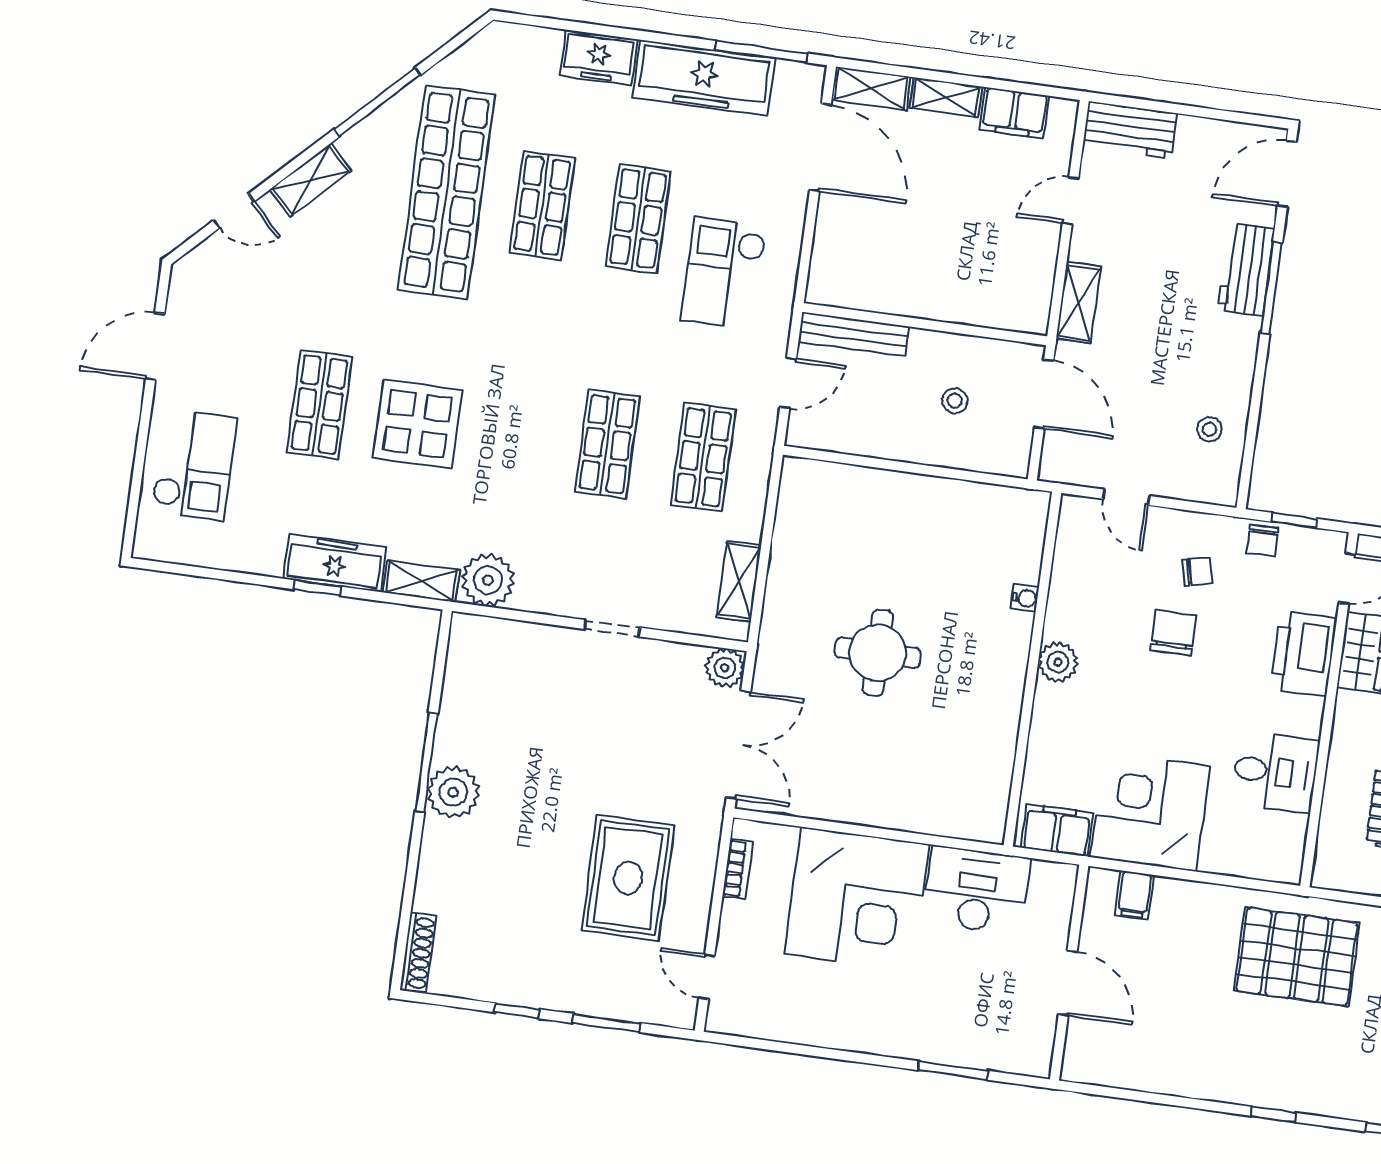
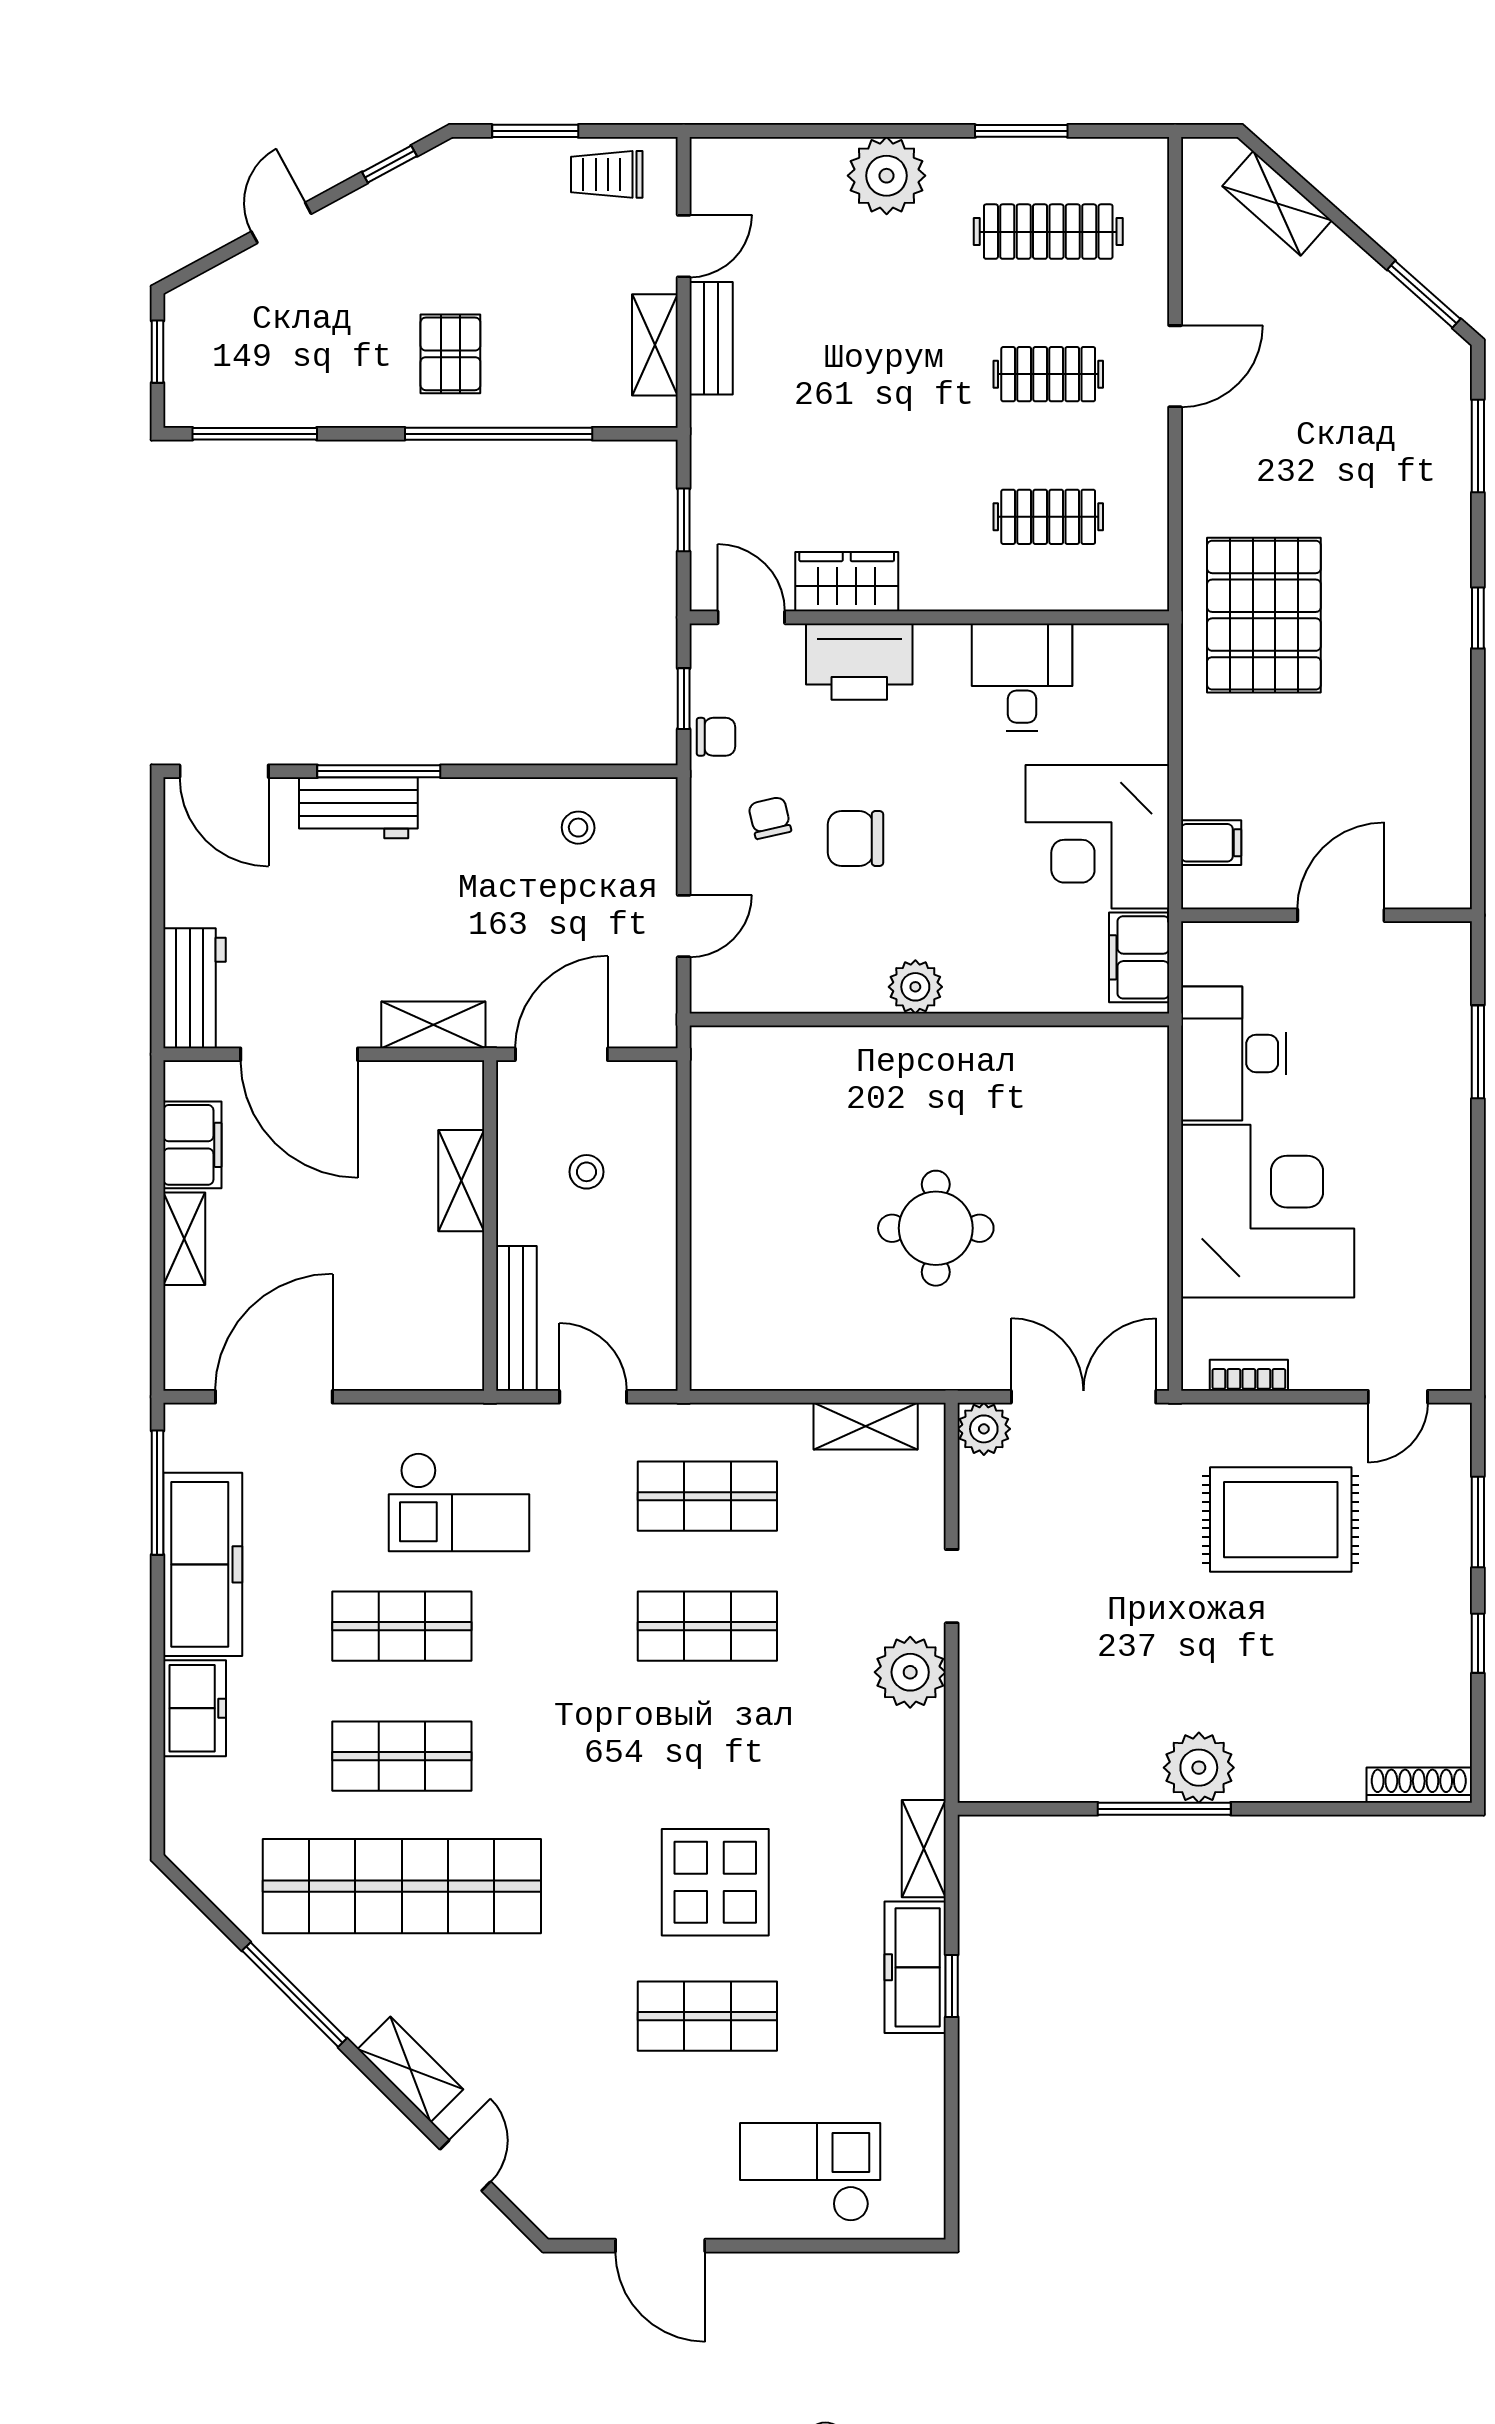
shelving: (871, 89) -> (461, 1181), moved
door: (1070, 201) -> (299, 1054), width x1.88
plant: (488, 580) -> (910, 1672), moved
water cooler: (1025, 598) -> (836, 1042), removed

